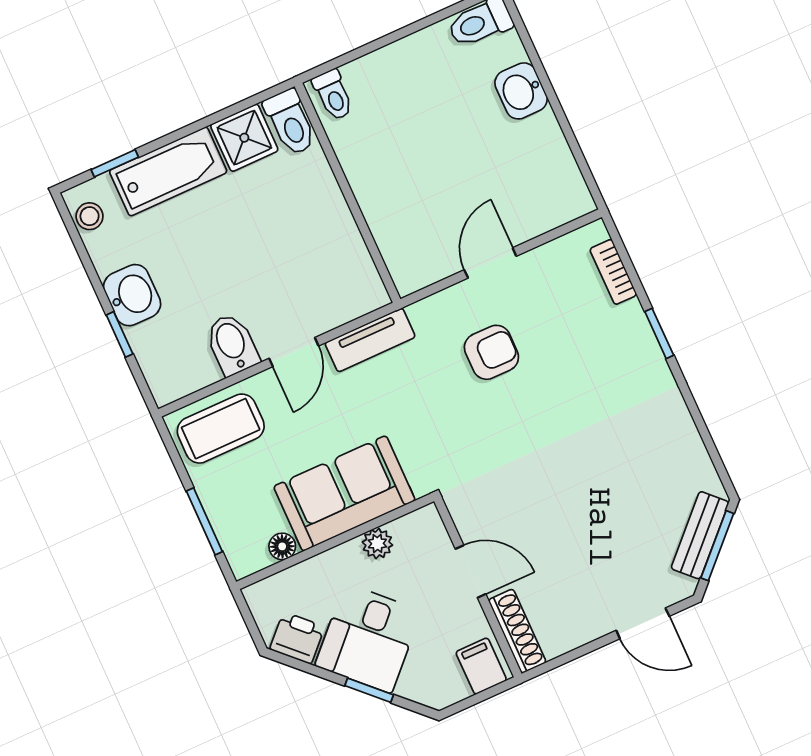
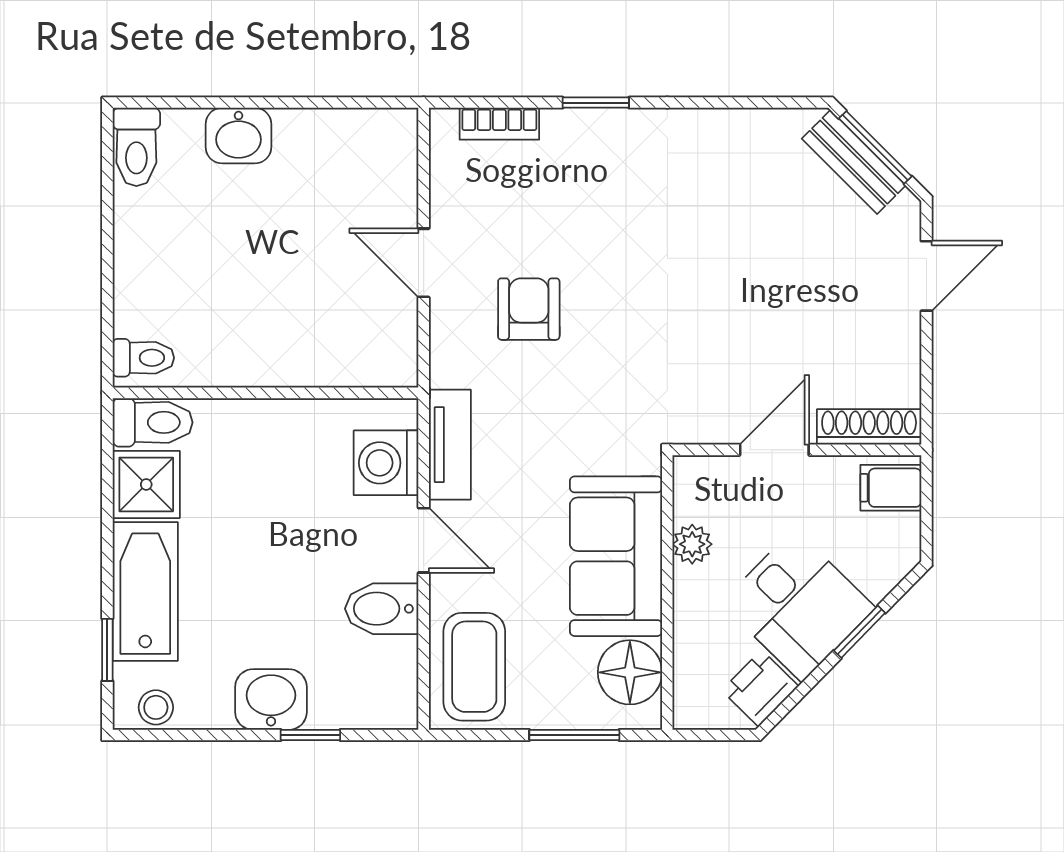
washing machine: (337, 301) -> (386, 463), added
floor lamp: (282, 546) -> (630, 672), width x1.89, depth x1.89

